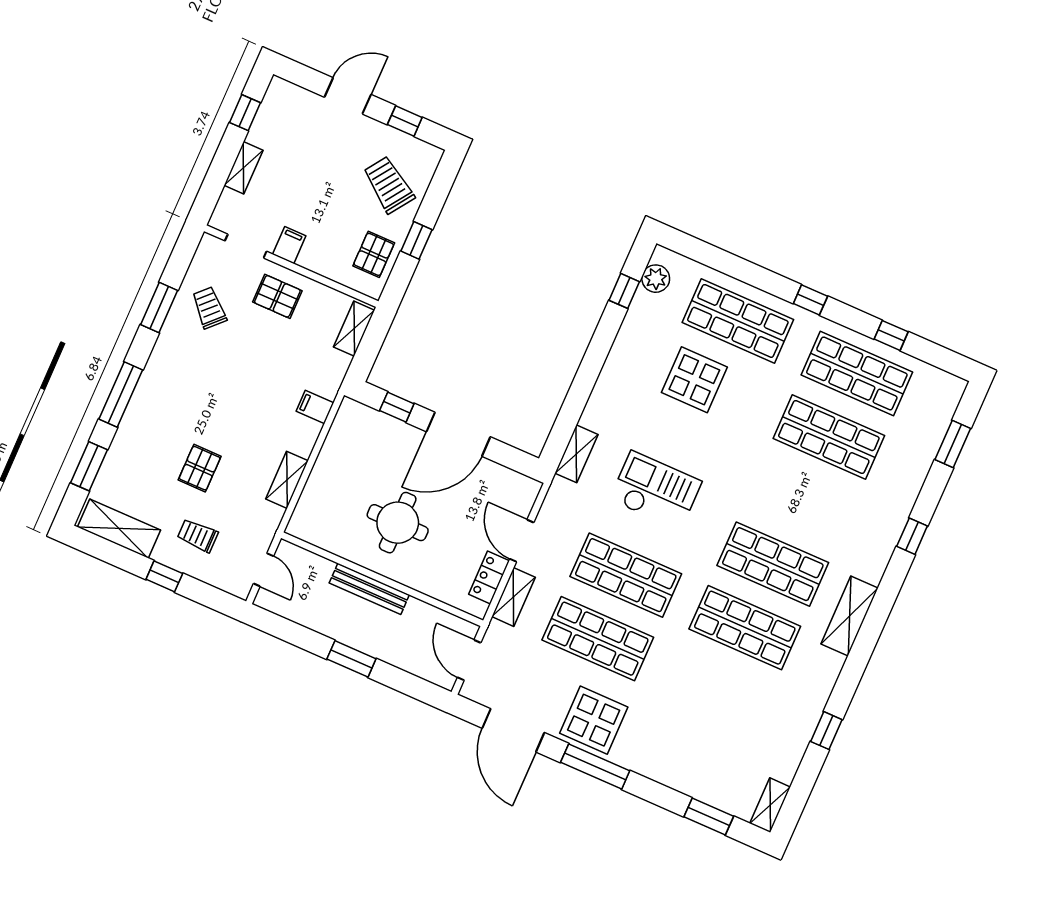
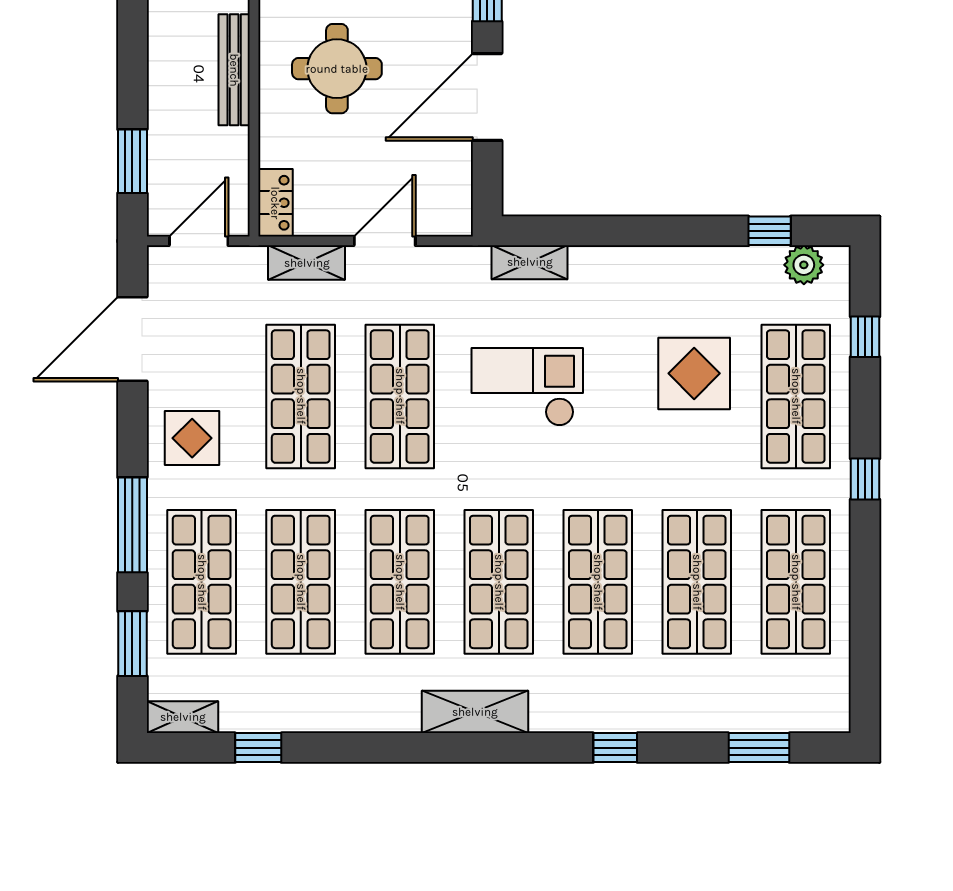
window: (891, 335) -> (865, 337), moved
door: (458, 434) -> (487, 97), hinge flipped
checkout: (656, 491) -> (527, 387), turned -90
shop shelf: (801, 501) -> (598, 582), added
locker: (489, 578) -> (275, 203), moved, turned 90
window: (351, 659) -> (132, 161), moved
shop shelf: (717, 691) -> (301, 582), added
display table: (594, 720) -> (192, 438), width x0.73, depth x0.73
window: (826, 731) -> (258, 748), moved
shop shelf: (689, 755) -> (202, 582), added
window: (595, 766) -> (132, 525), moved

